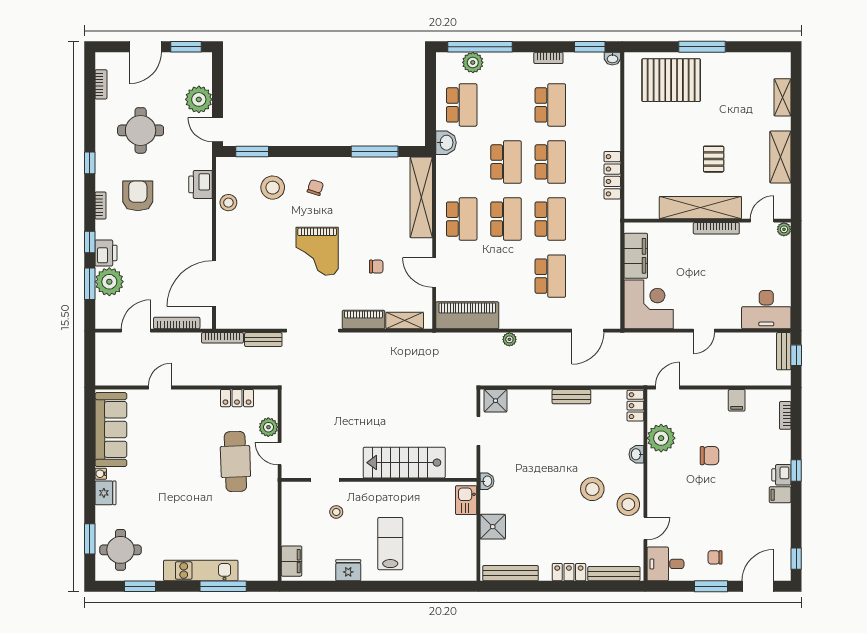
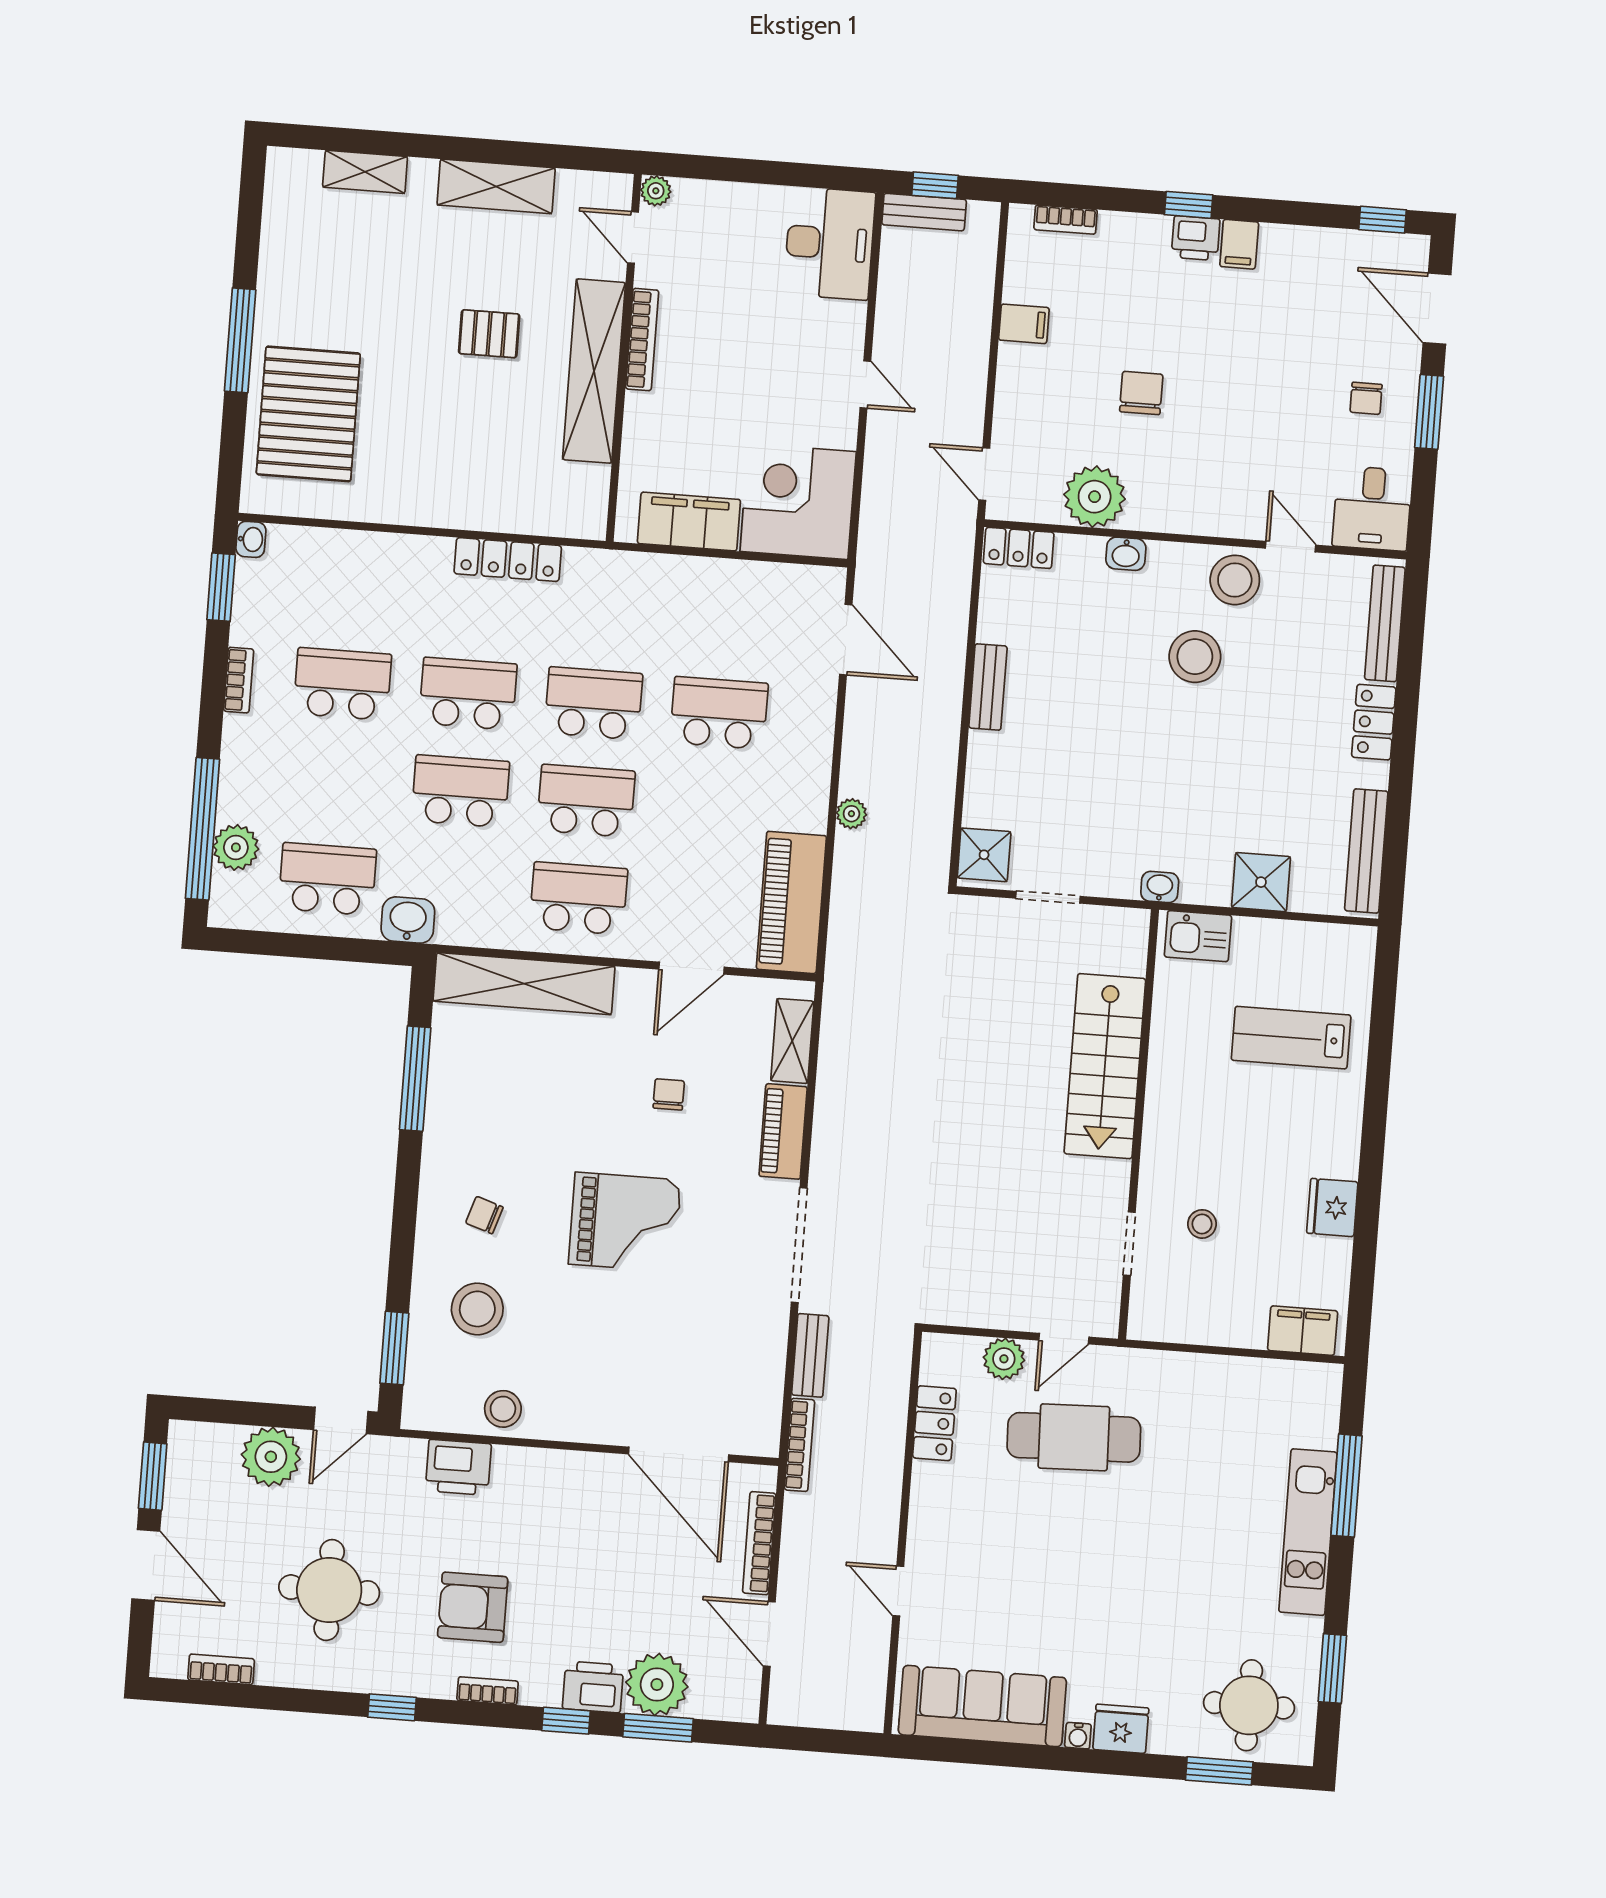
lab bench: (390, 544) -> (1291, 1038), moved

